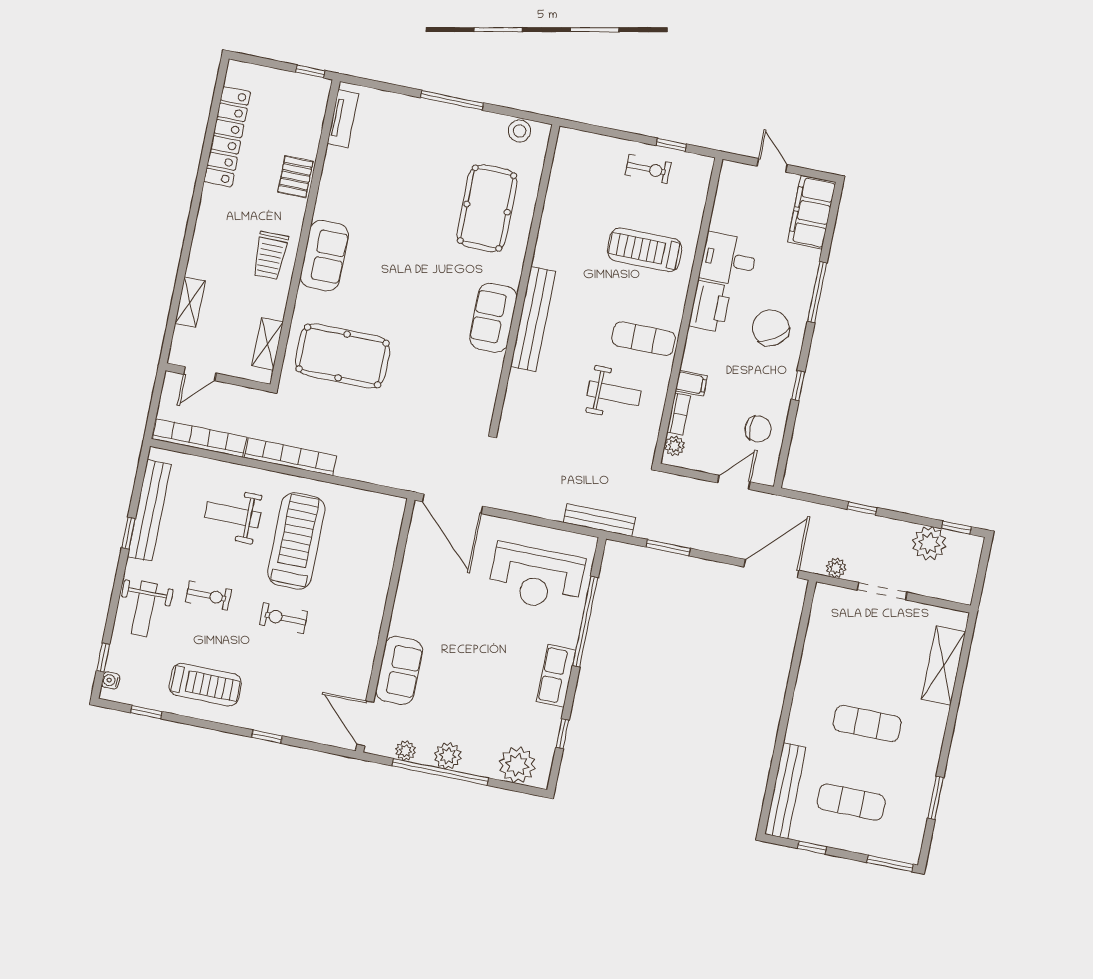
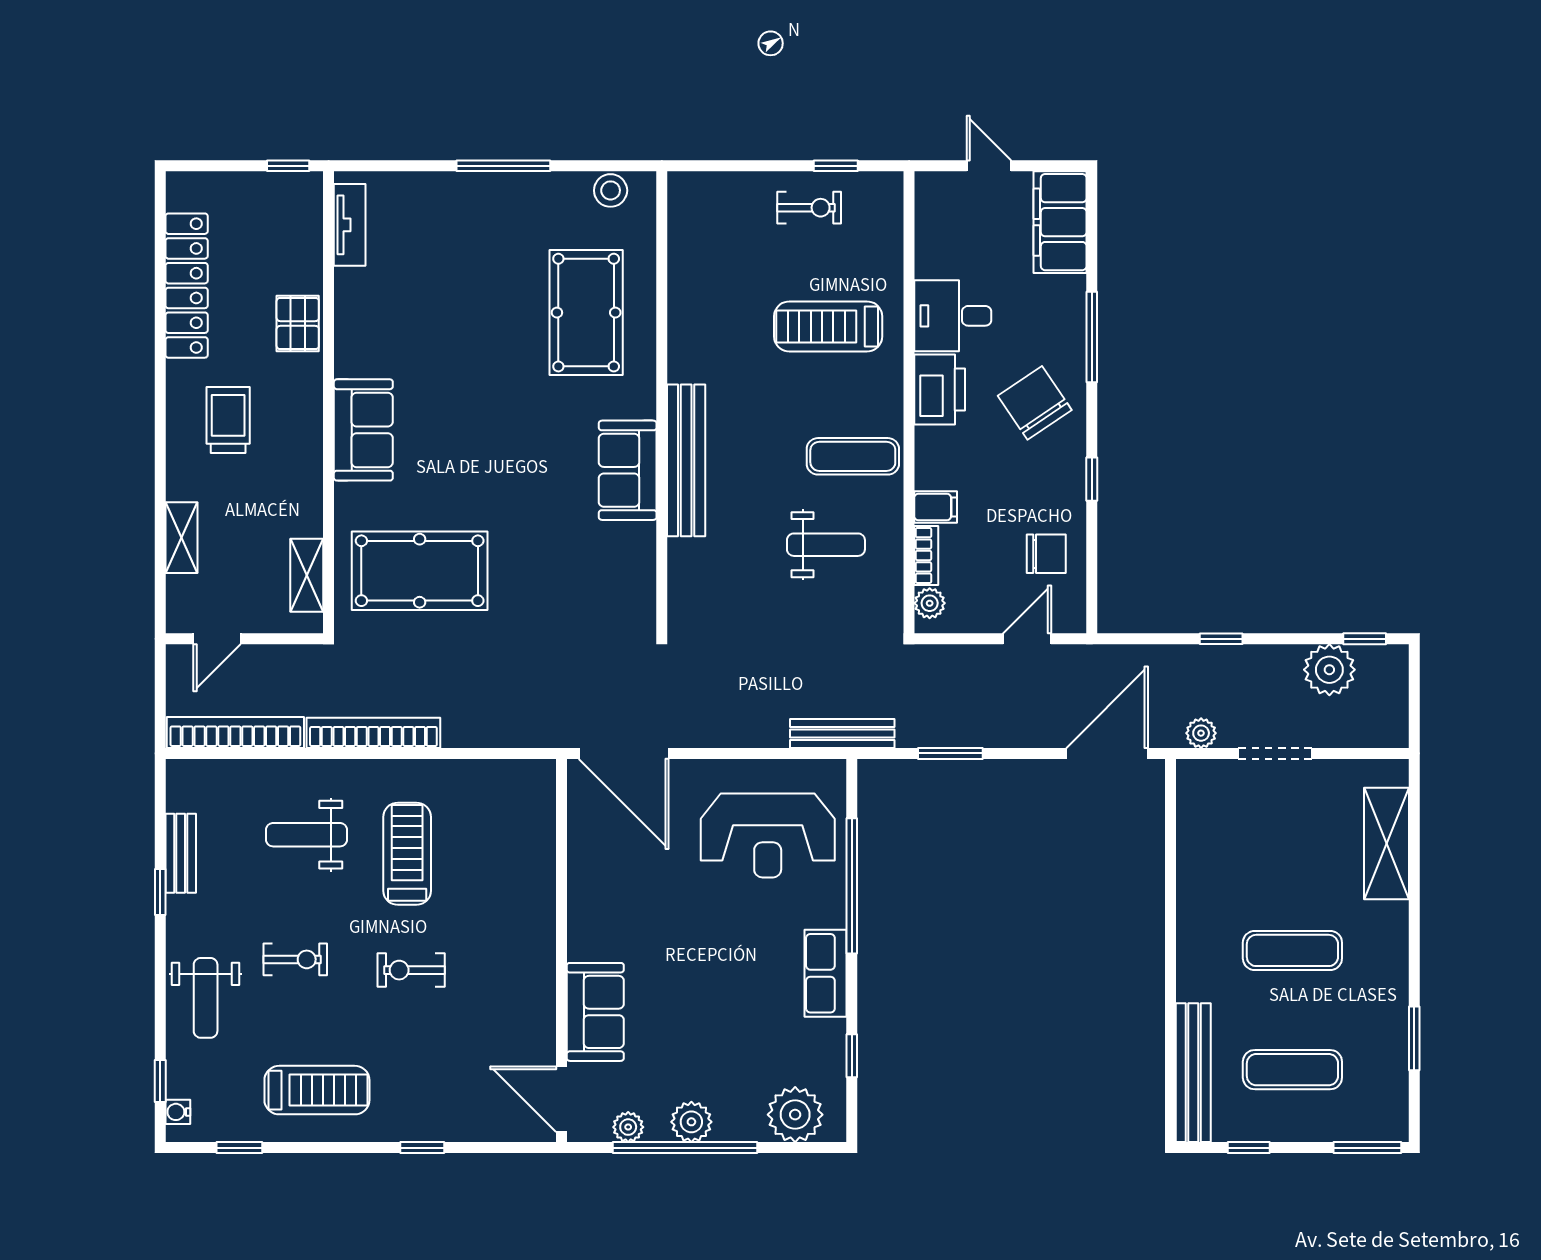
trolley: (270, 255) -> (228, 420), moved, turned 180
bench: (149, 511) -> (181, 853), width x0.54, depth x0.82
treadmill: (296, 541) -> (407, 854), width x0.73, depth x0.73

